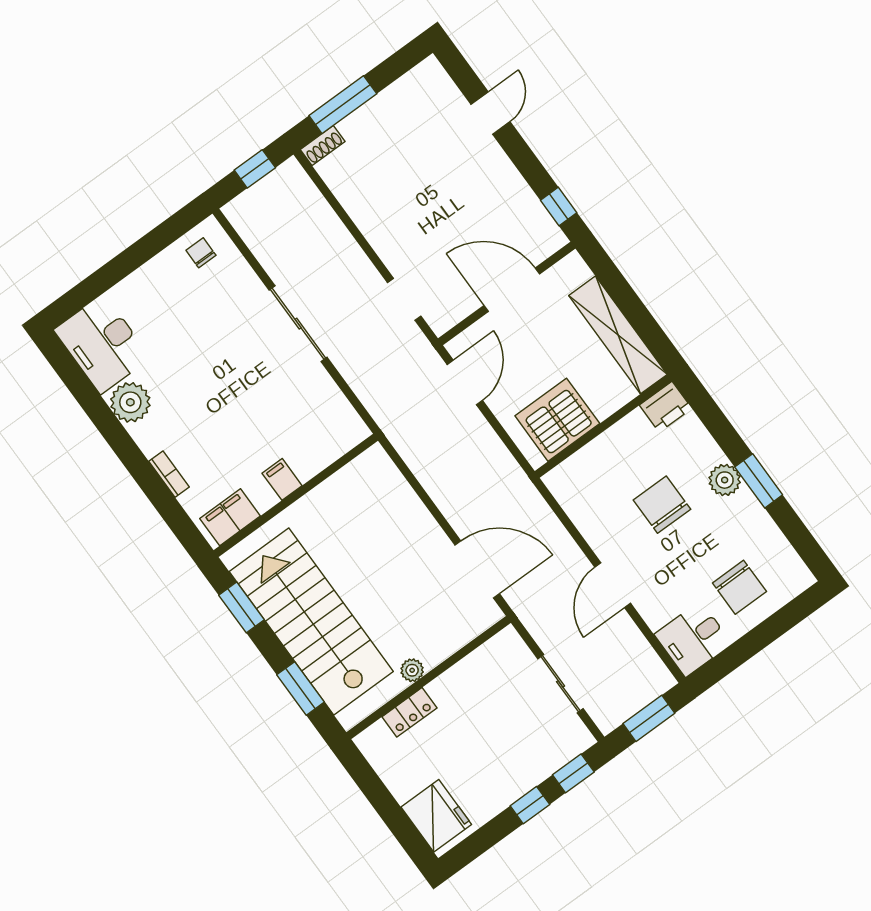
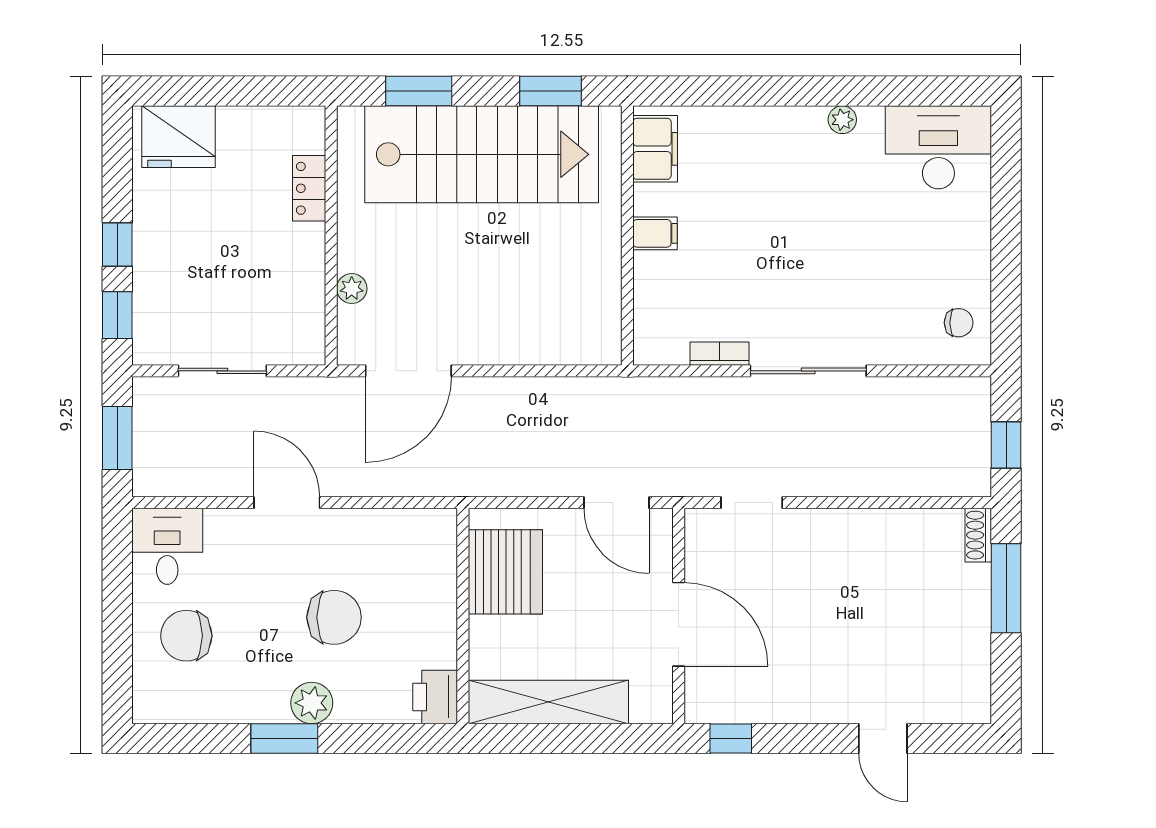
door: (512, 290) -> (679, 624), hinge flipped
plant: (130, 402) -> (842, 120), width x0.53, depth x0.53
bookcase: (169, 474) -> (719, 354), moved, turned 180
plant: (412, 670) -> (352, 289), moved

